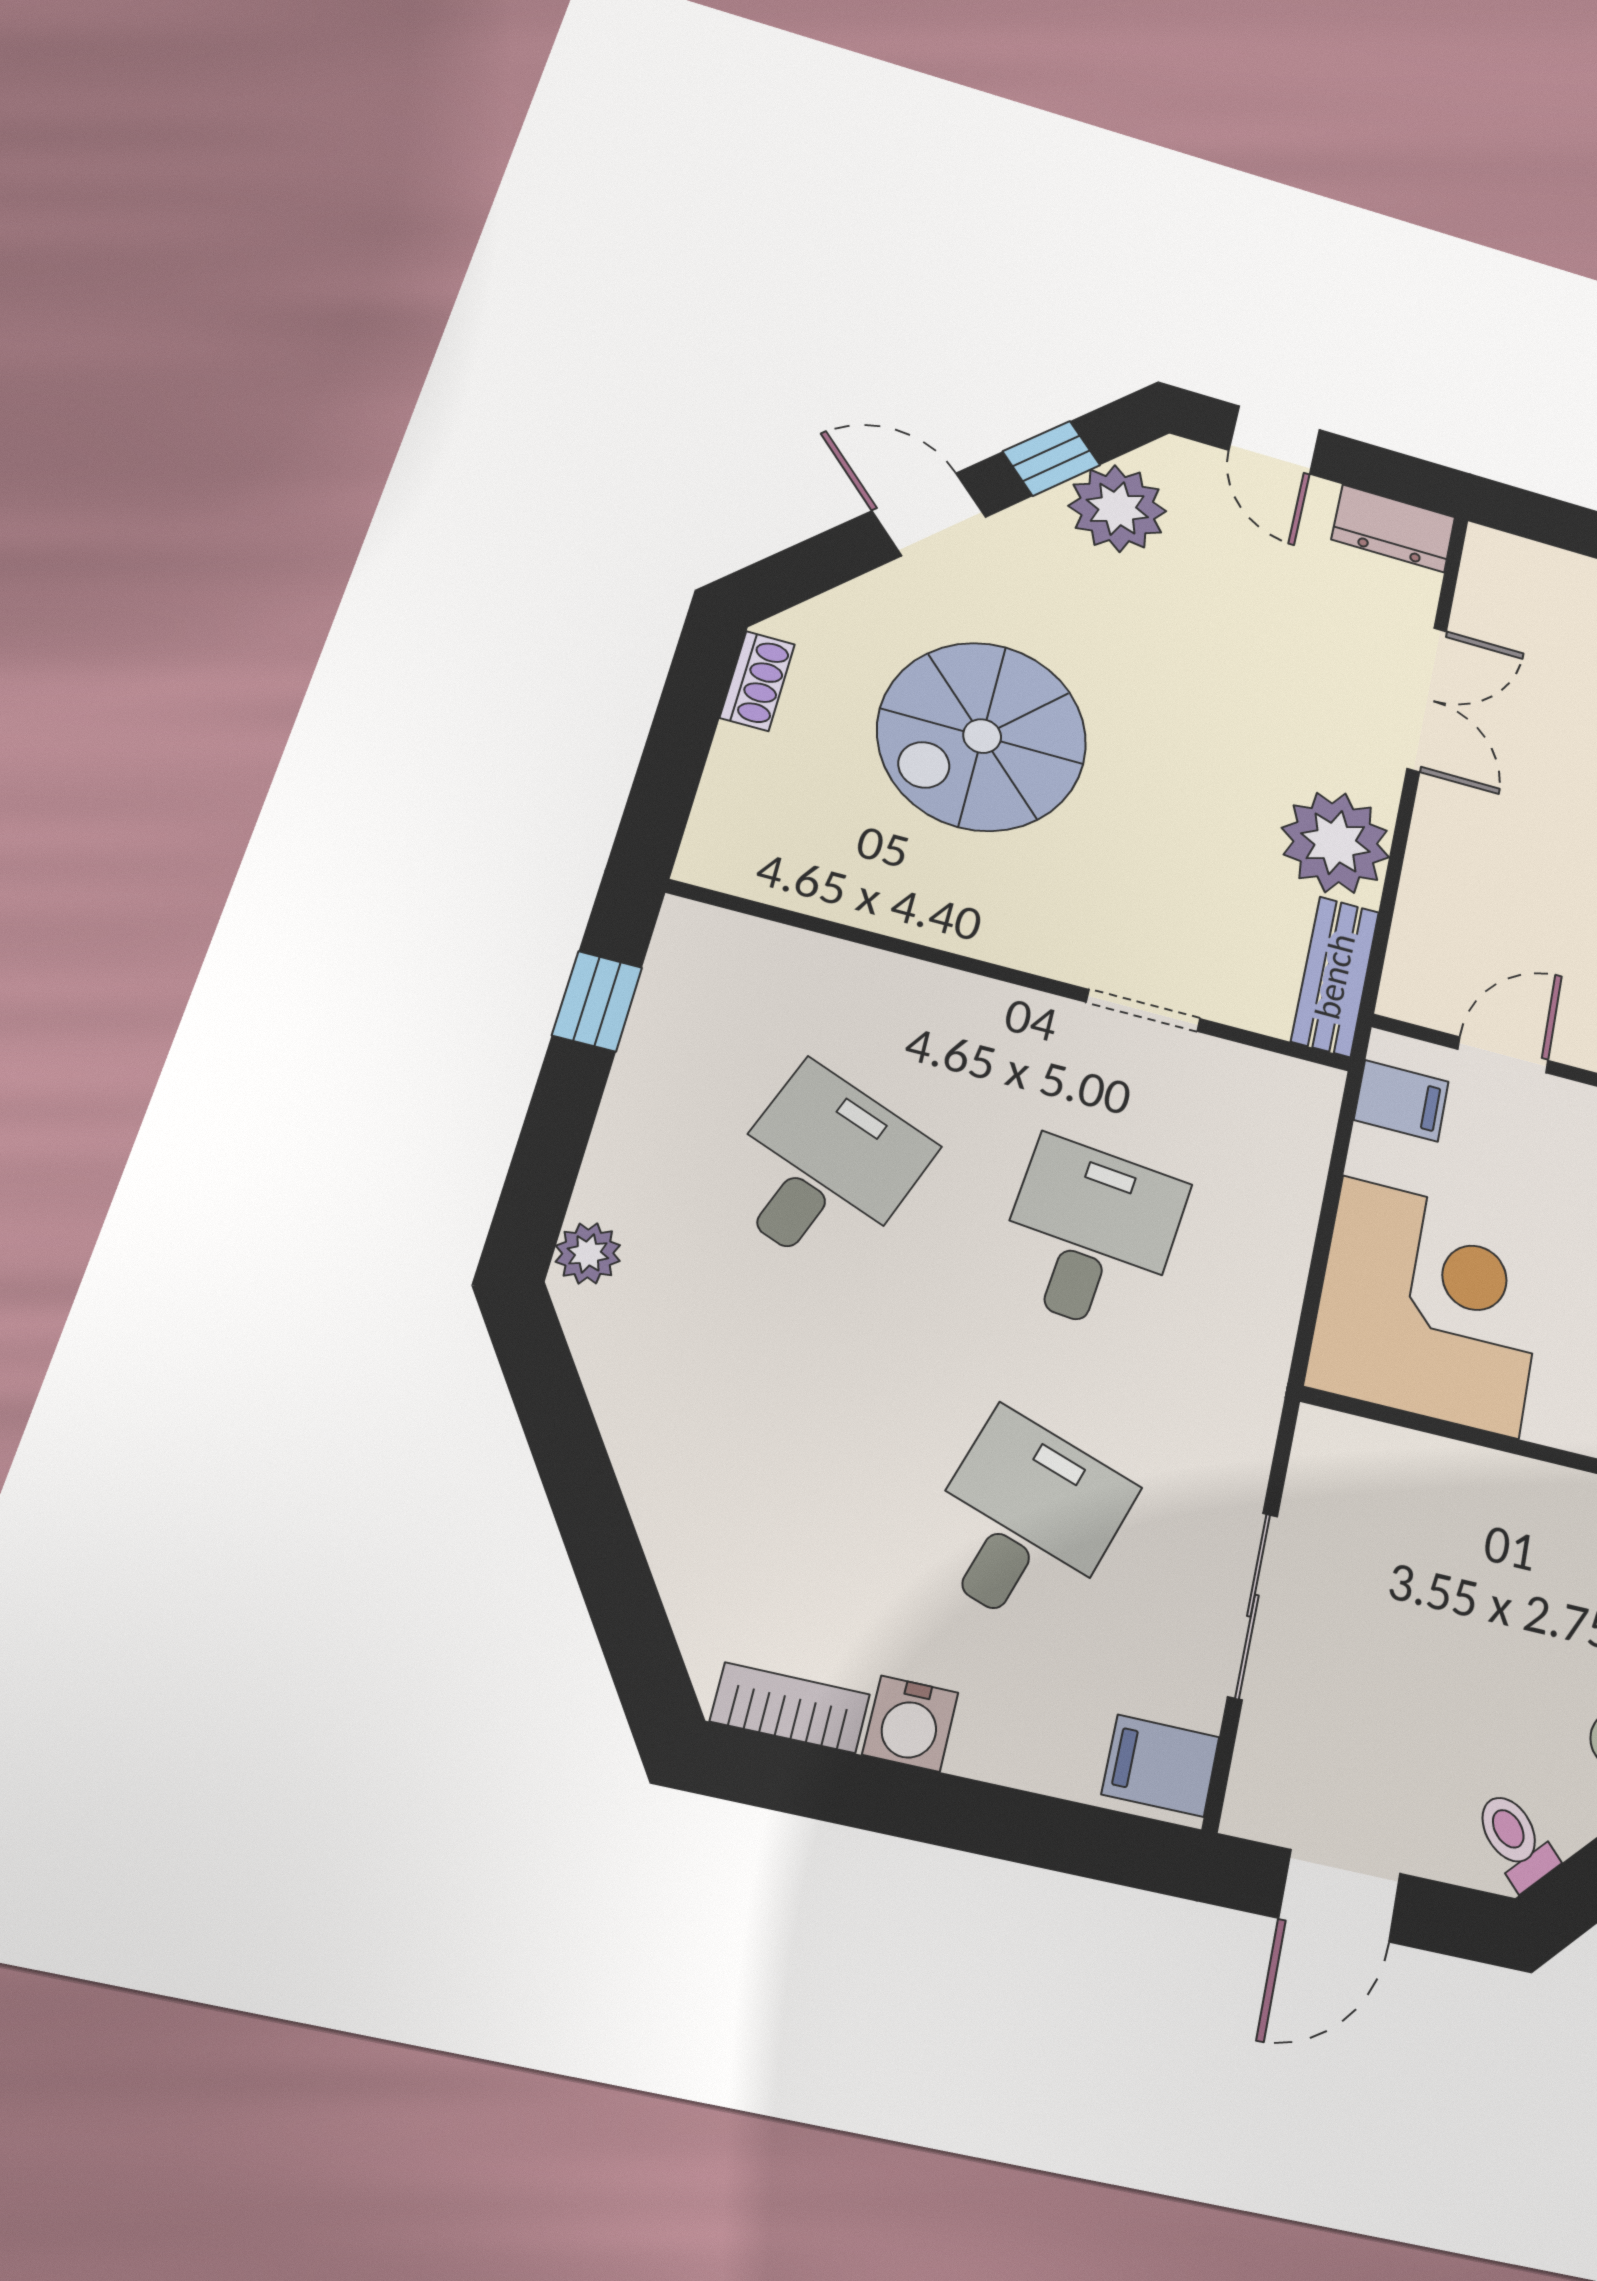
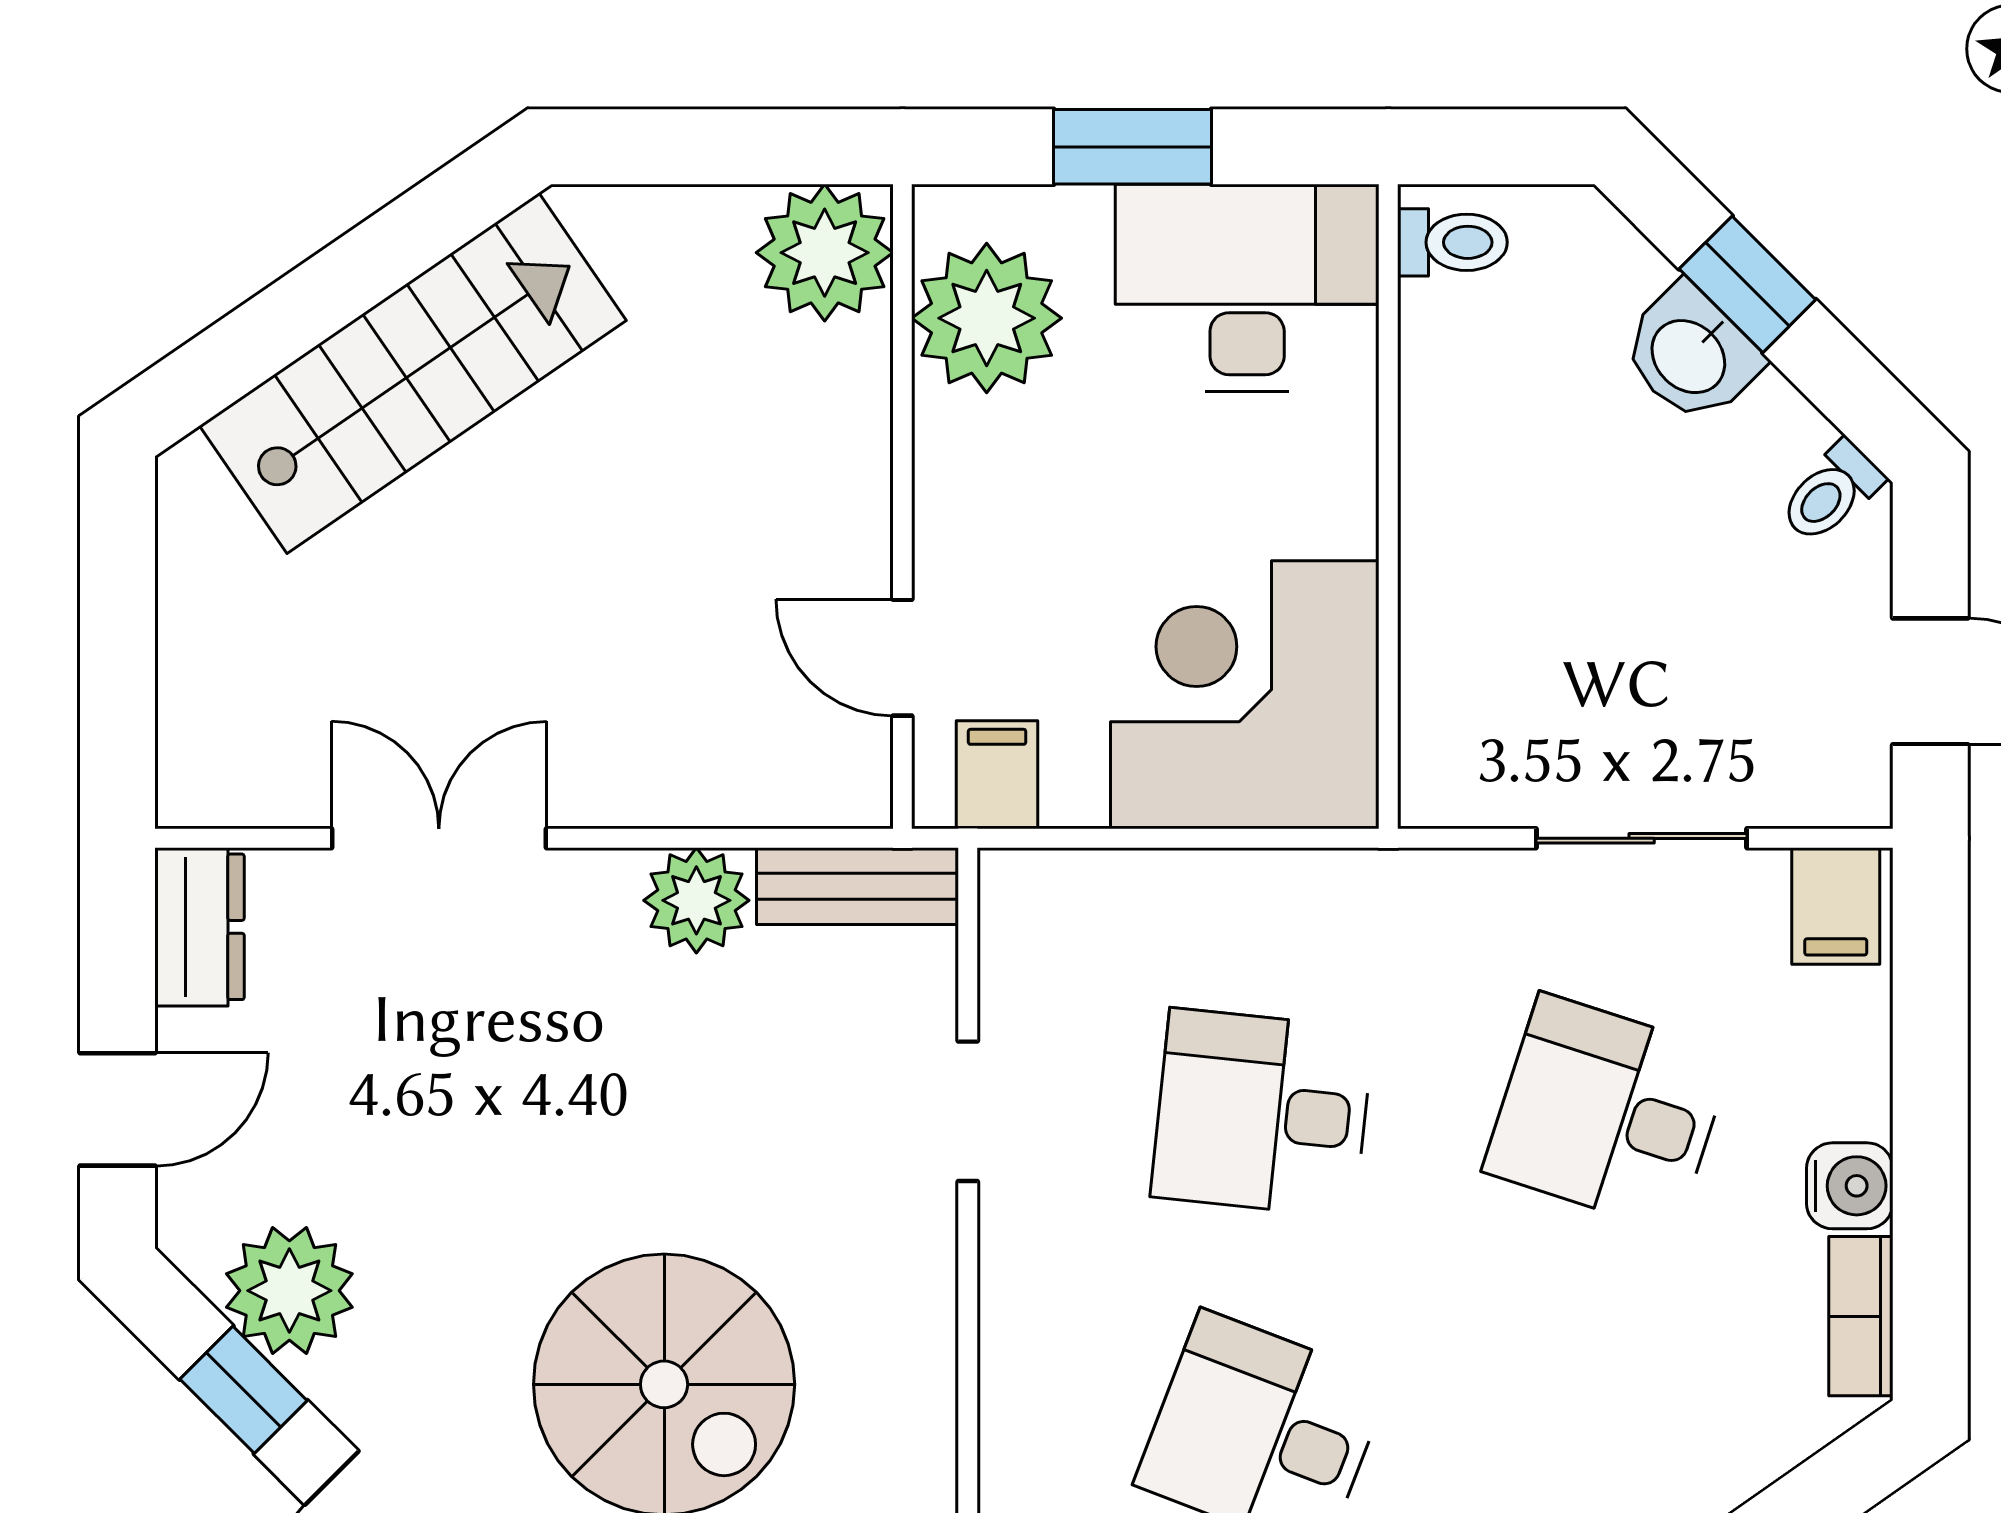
plant: (1335, 843) -> (696, 900), width x0.73, depth x0.73

